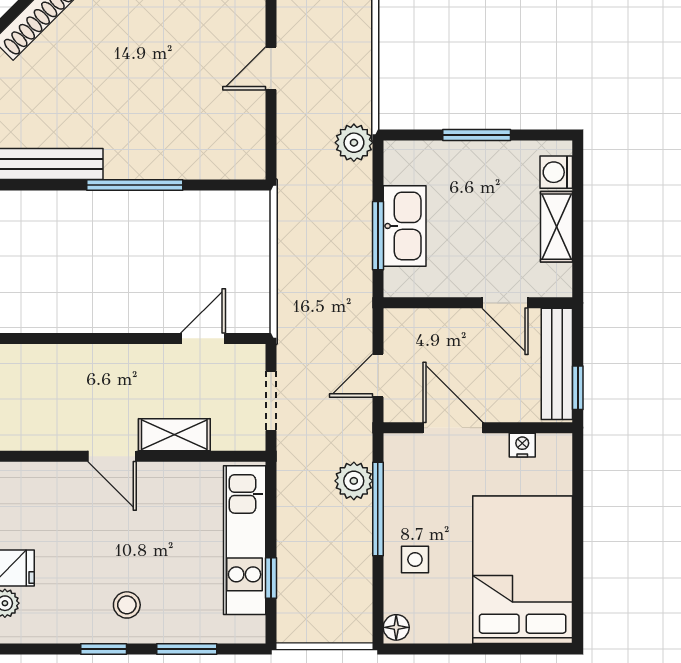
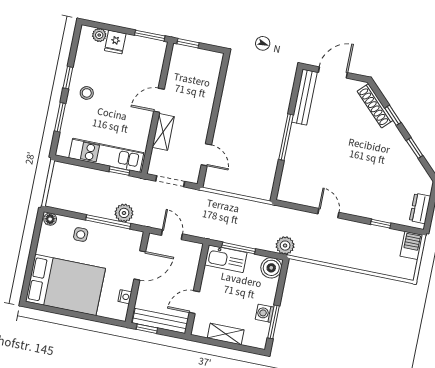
window: (477, 135) -> (273, 322), moved
boiler: (405, 162) -> (271, 268), added
washing machine: (556, 172) -> (265, 313), moved, turned -90
kitchen sink: (405, 226) -> (226, 259), moved
window: (271, 578) -> (119, 171), moved

